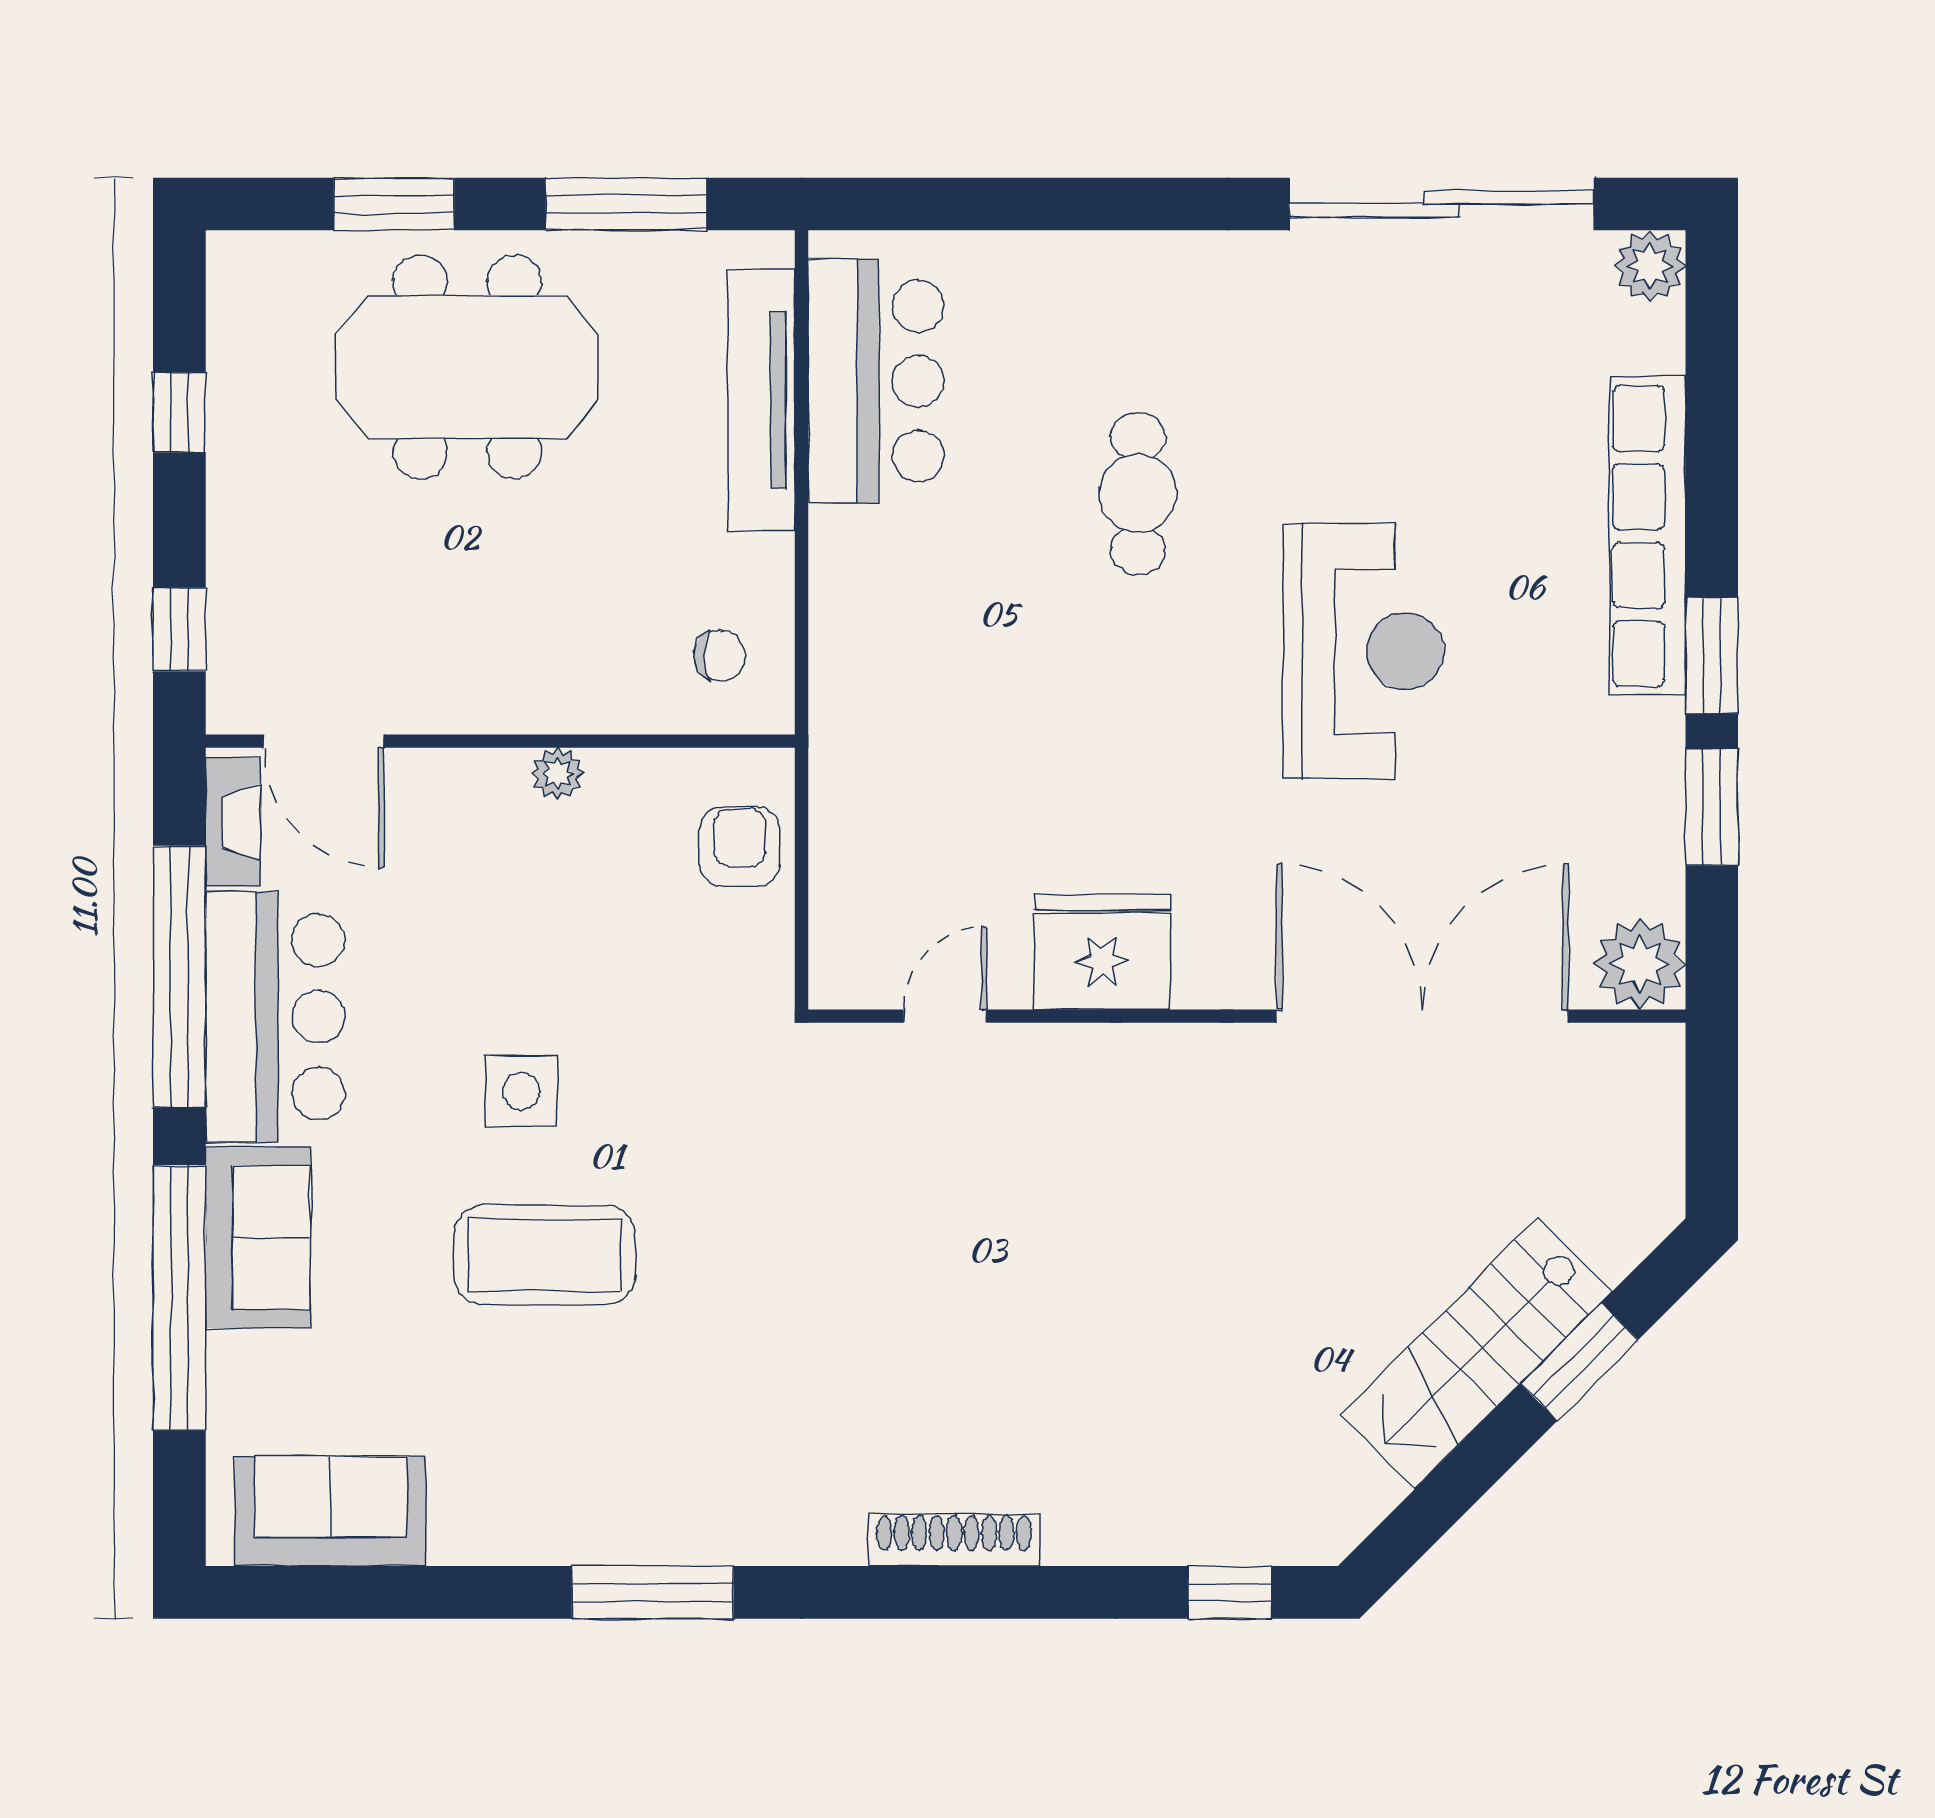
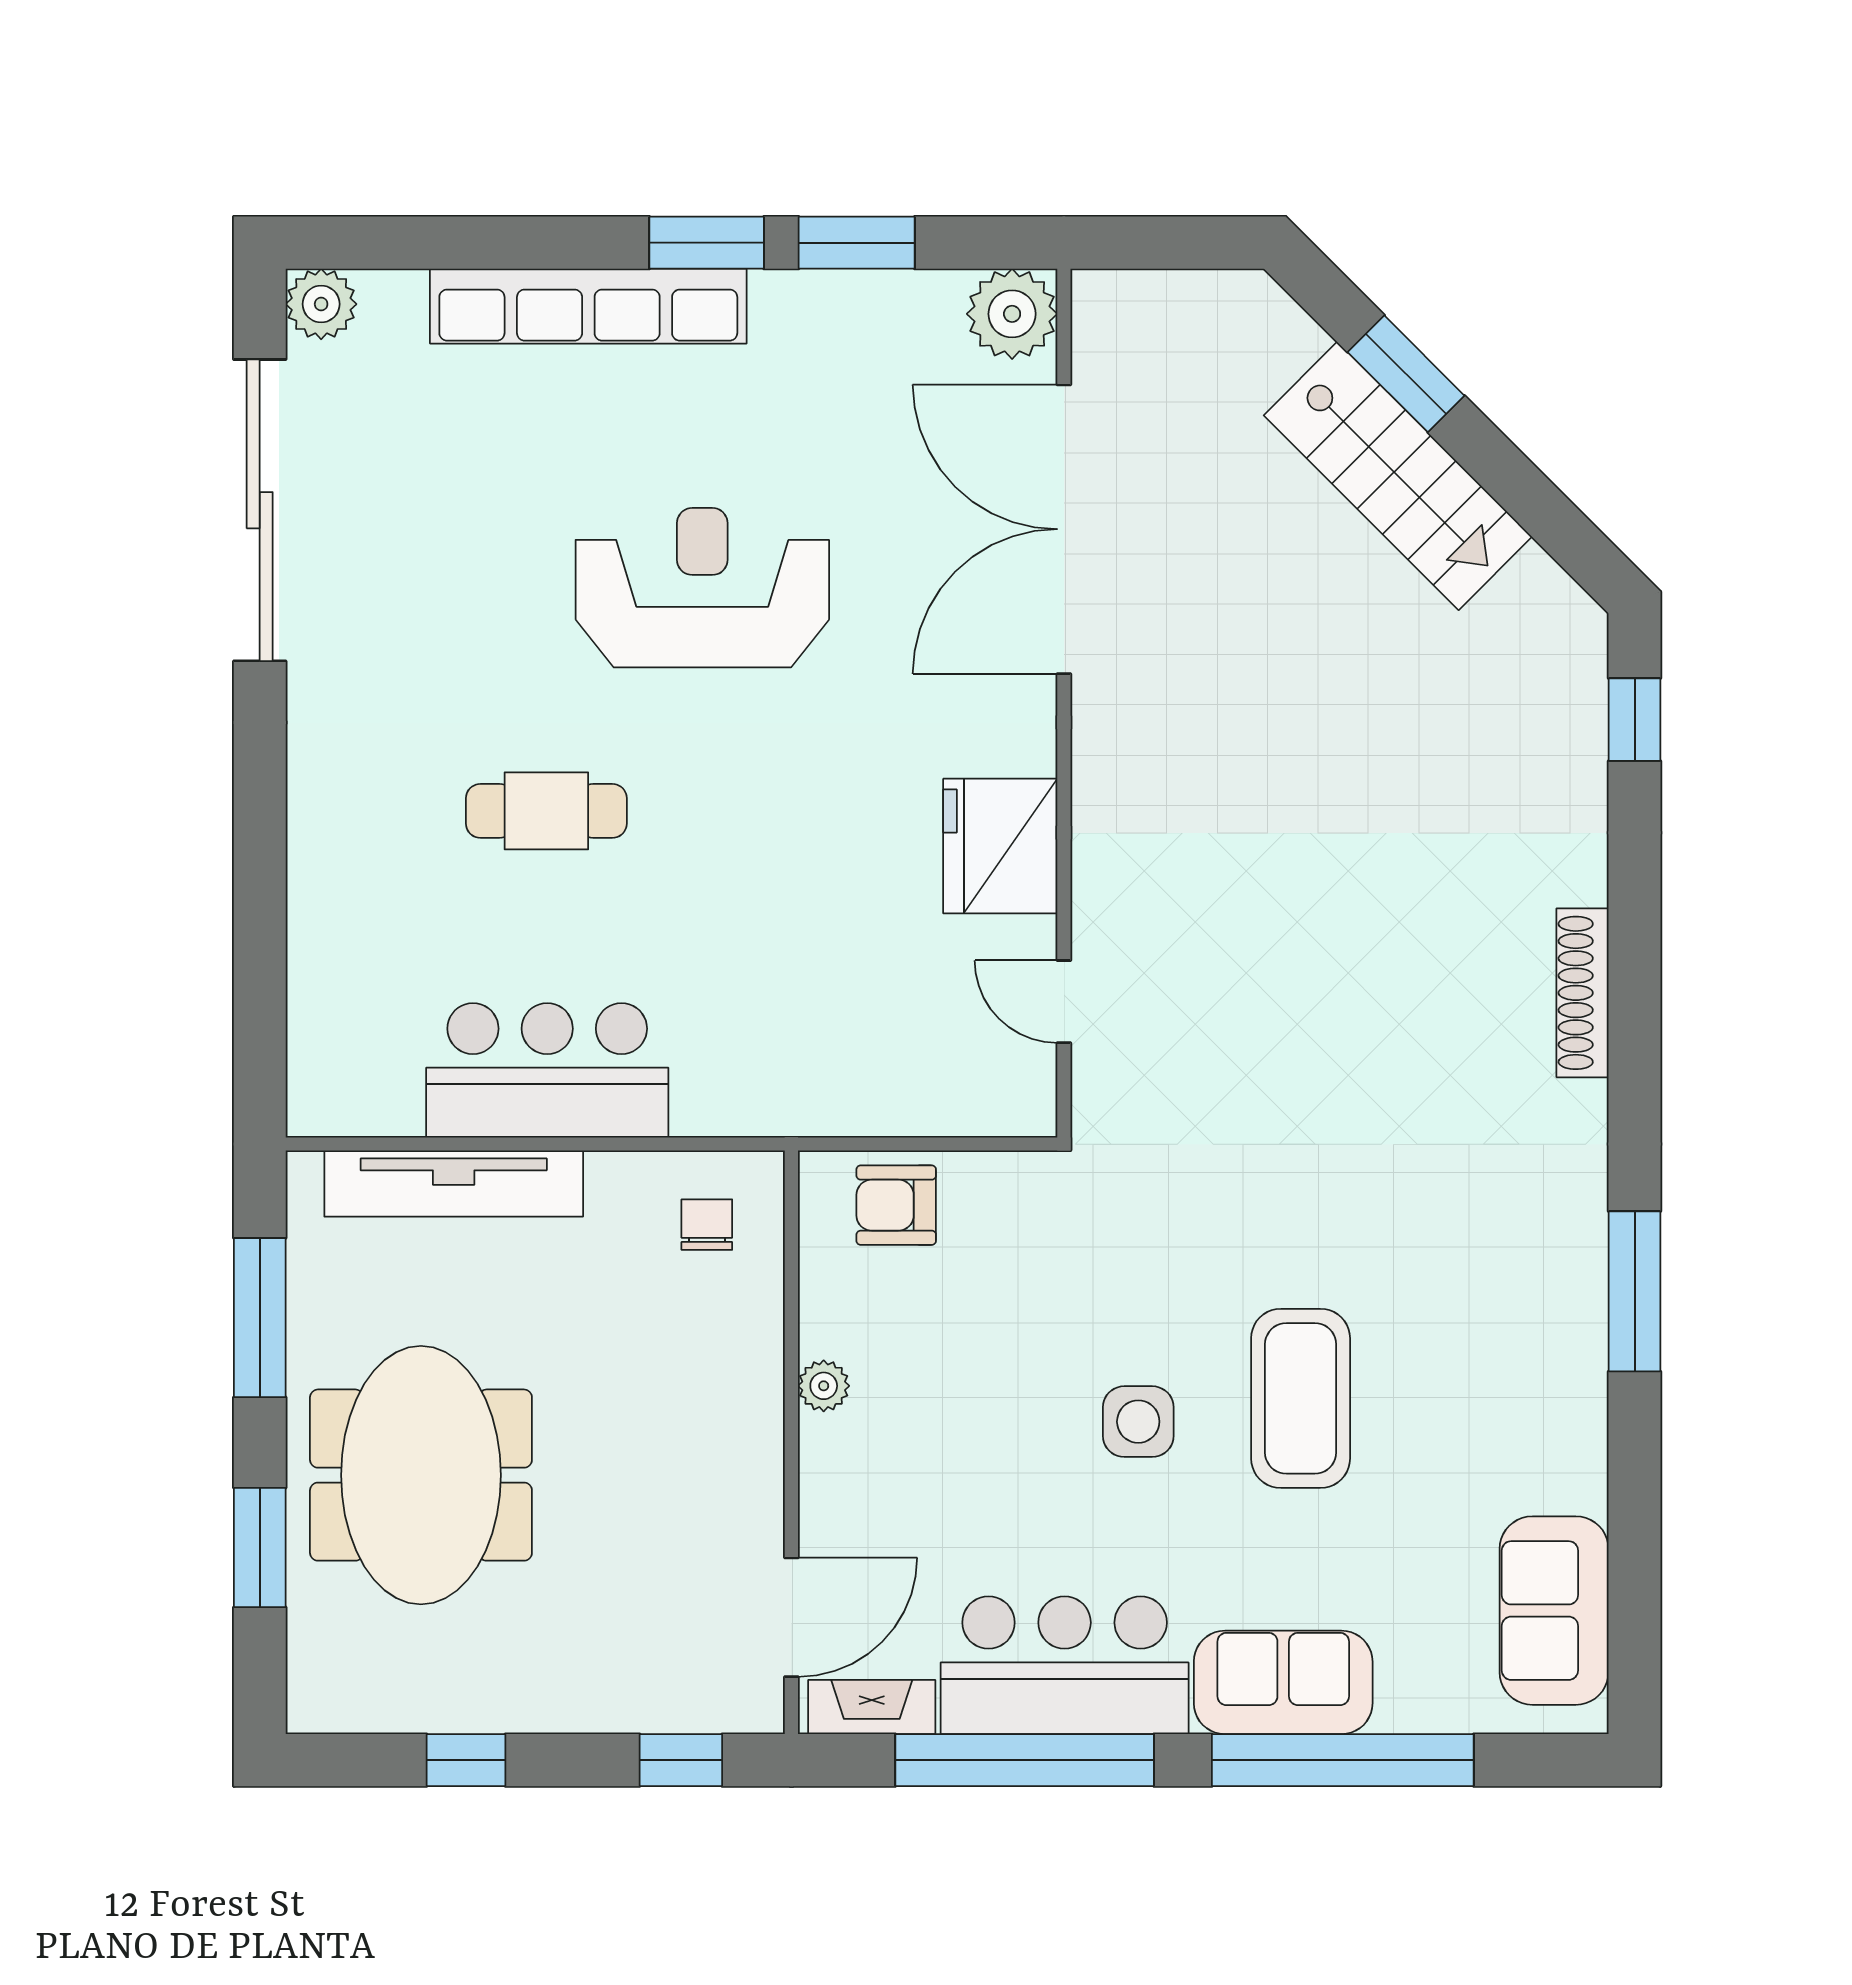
bar counter: (876, 381) -> (547, 1070), moved

